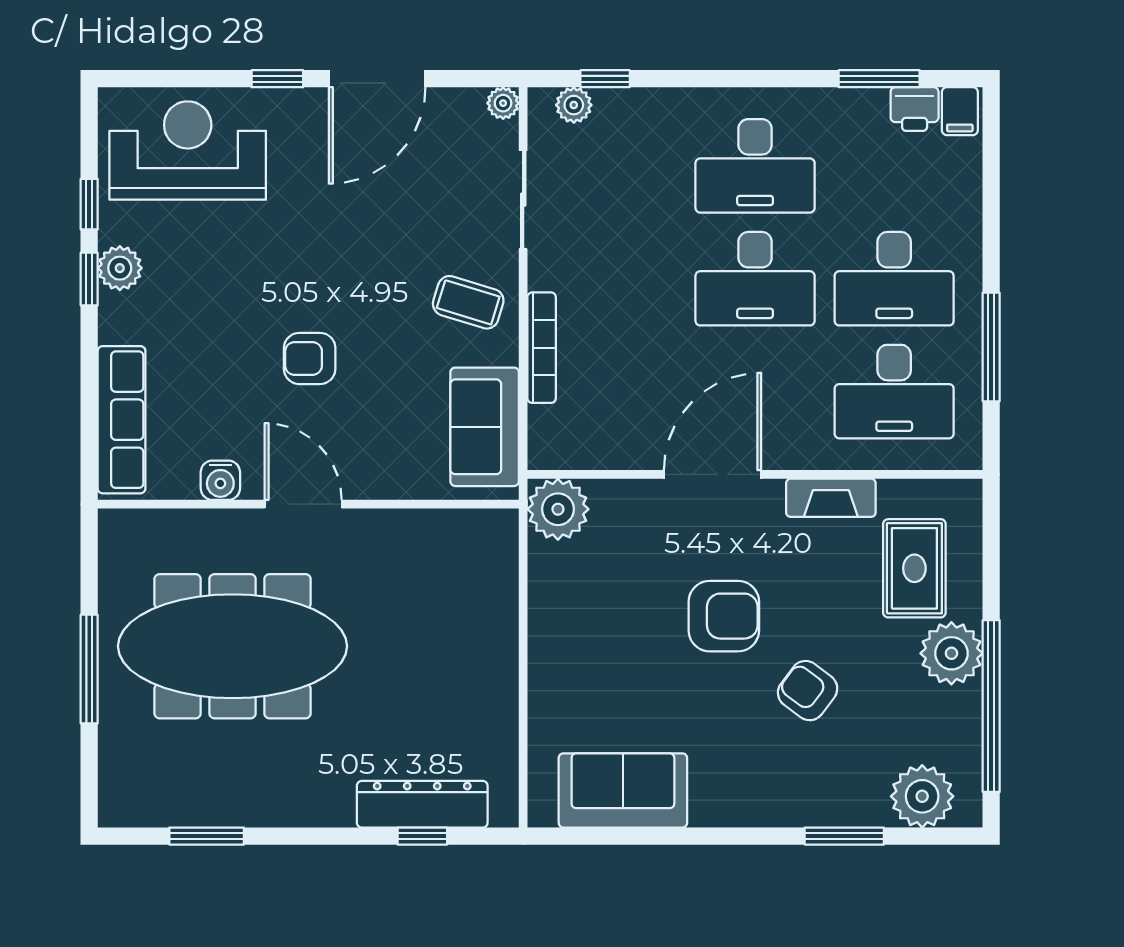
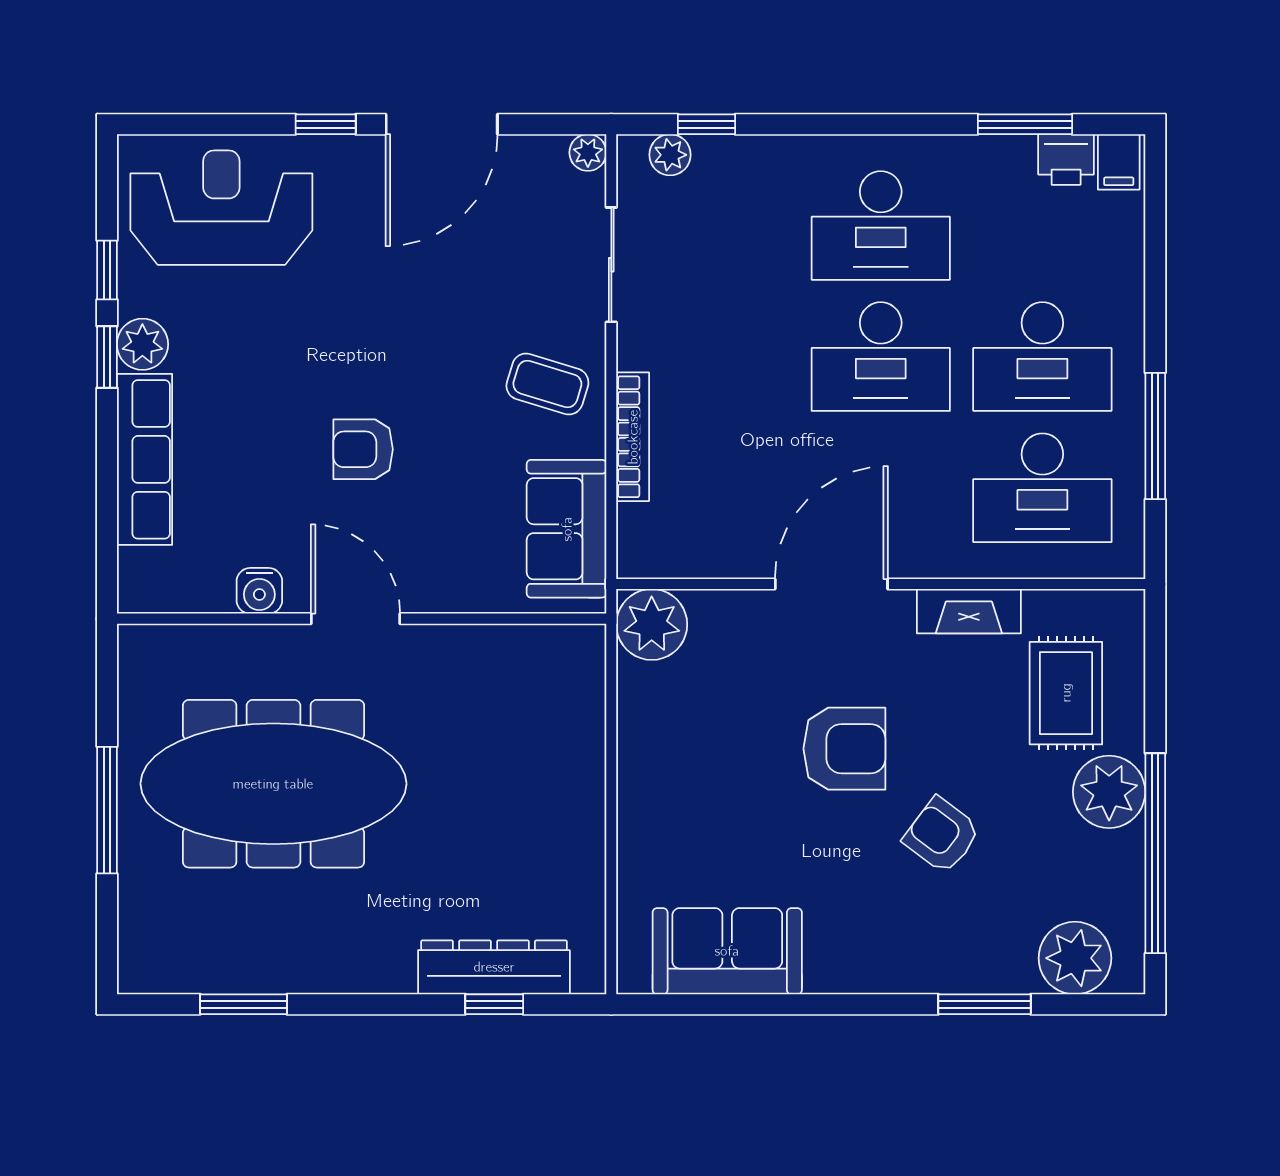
row of seats: (122, 420) -> (145, 459), moved

